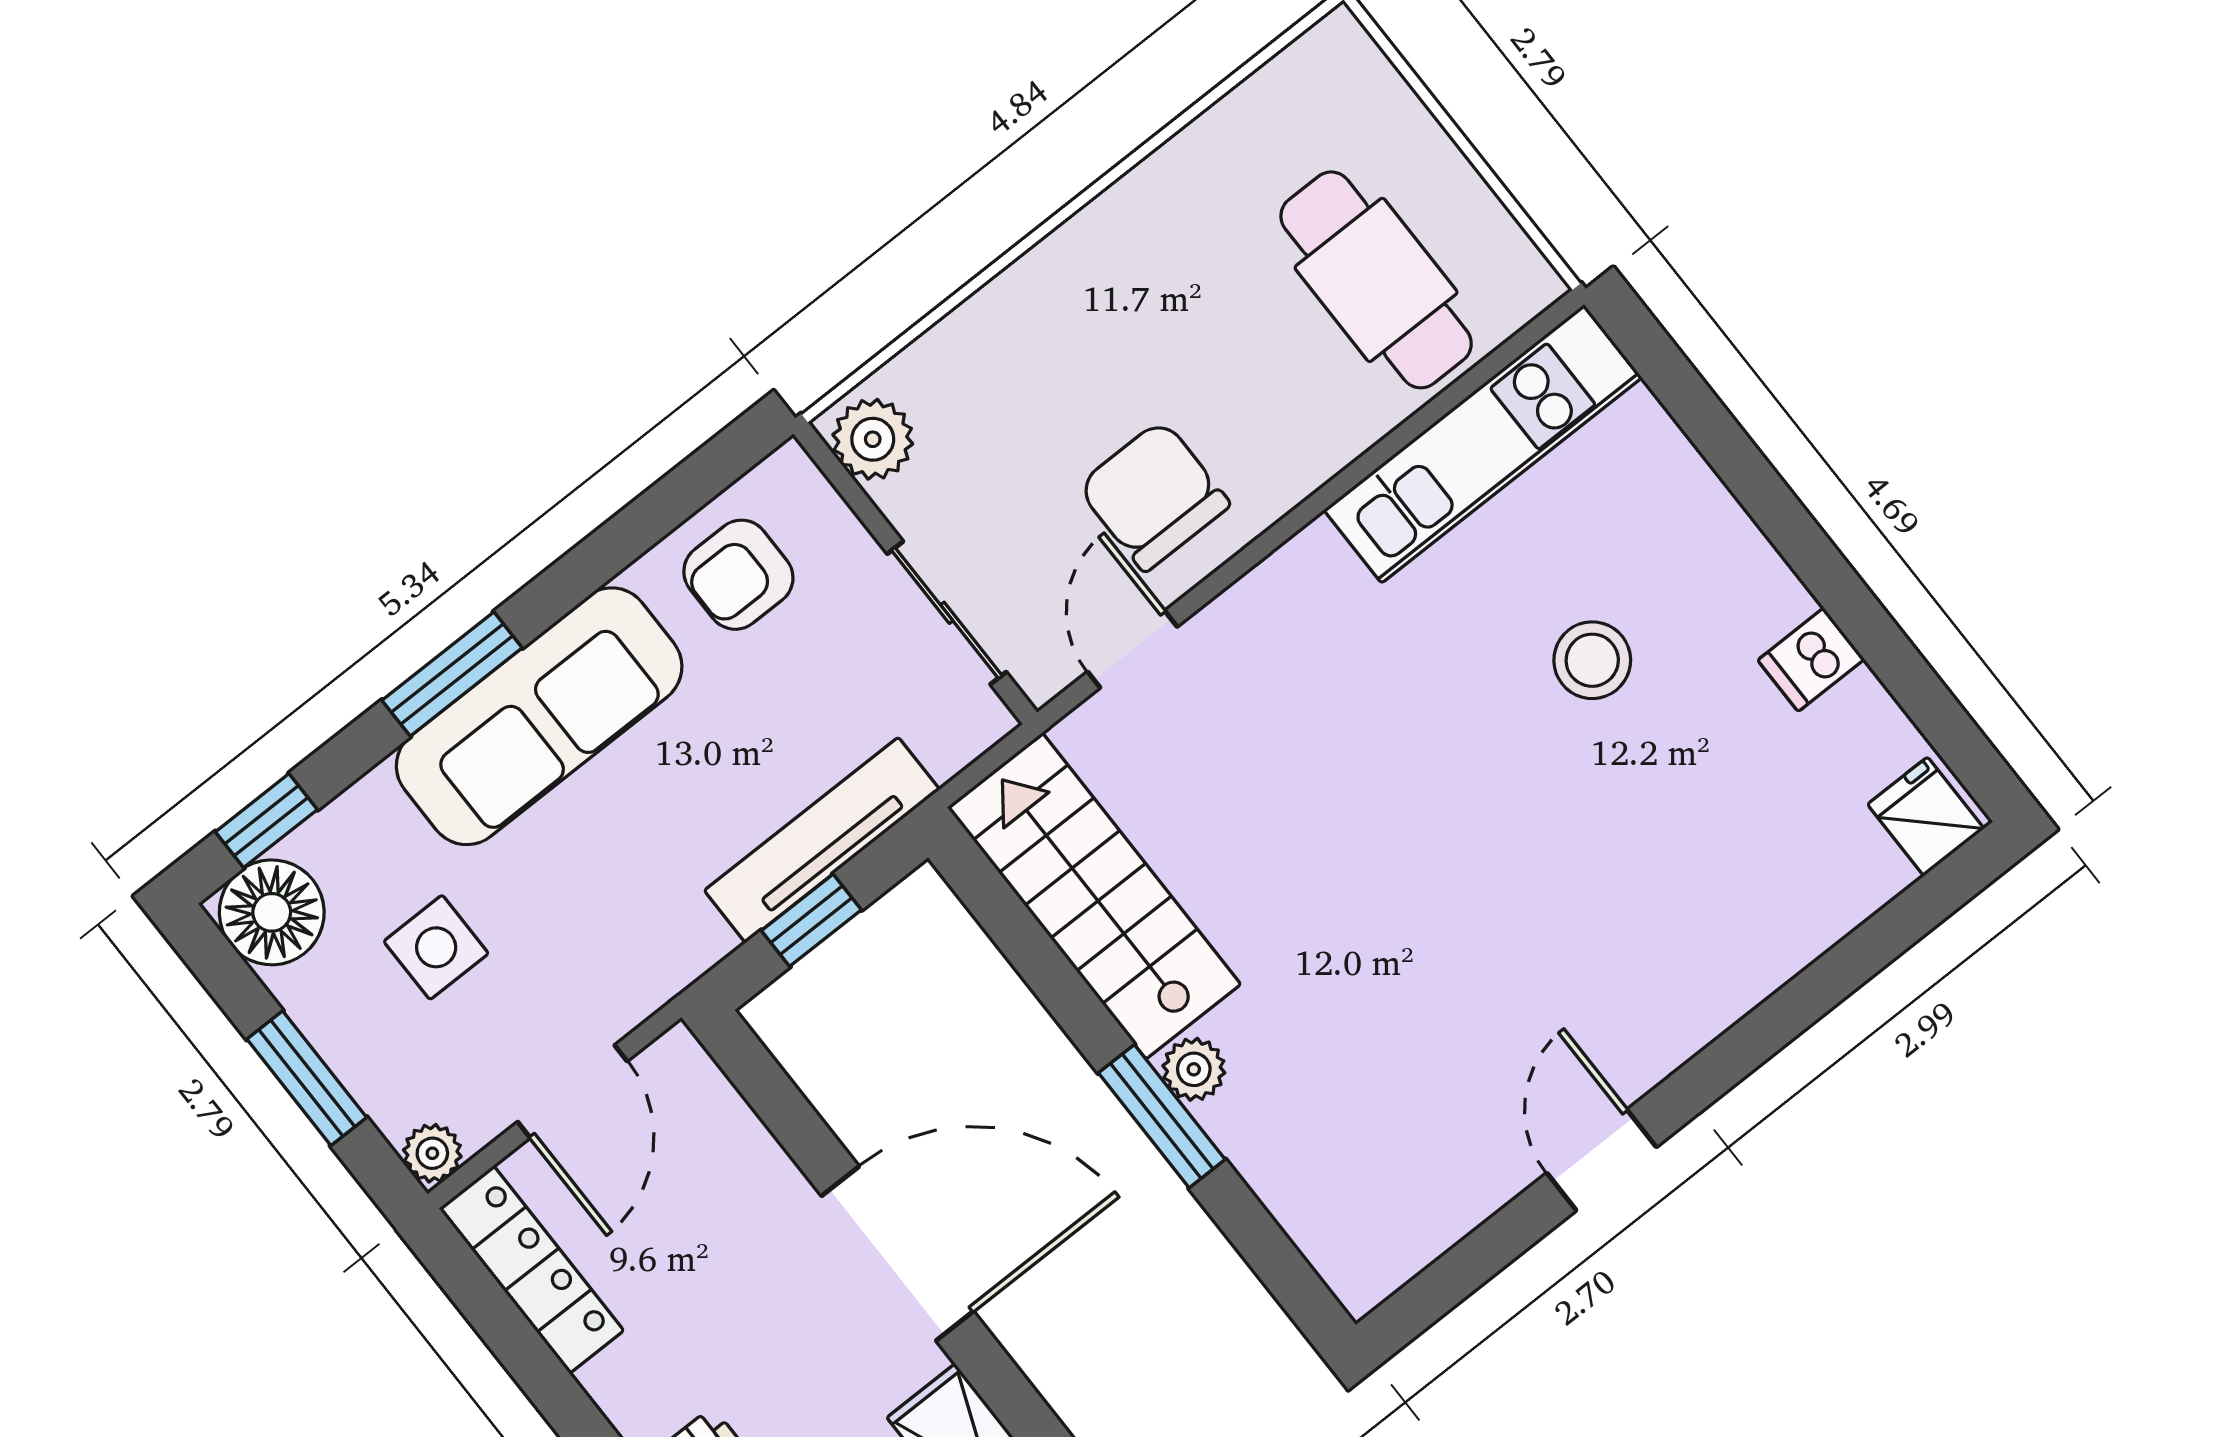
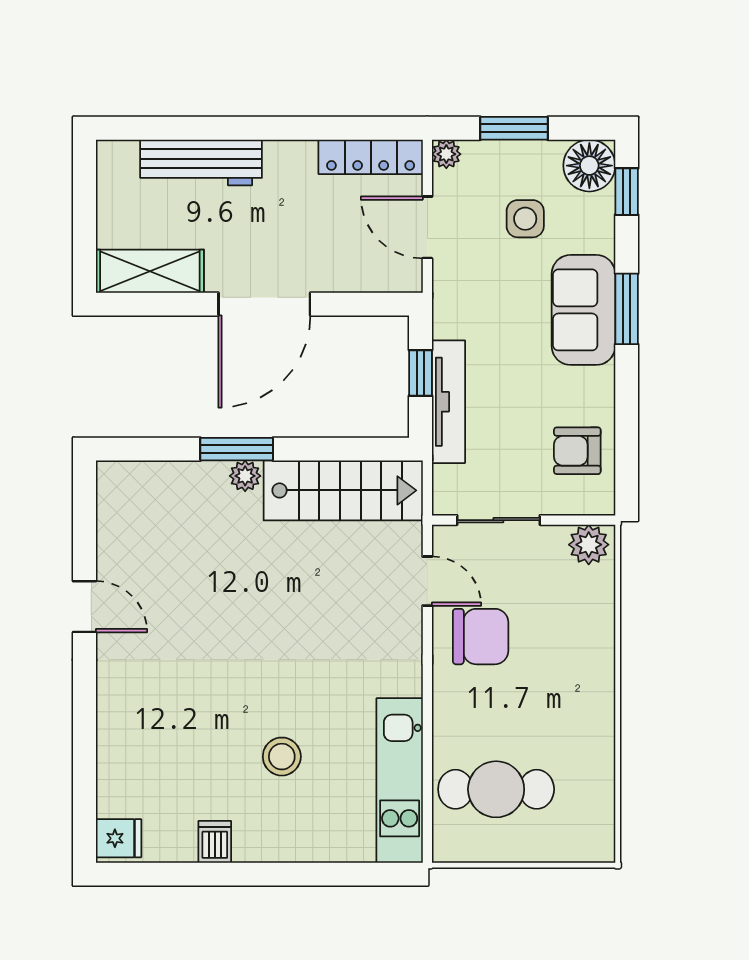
armchair: (738, 575) -> (577, 451), turned -90
sofa: (539, 716) -> (583, 310), width x0.73

